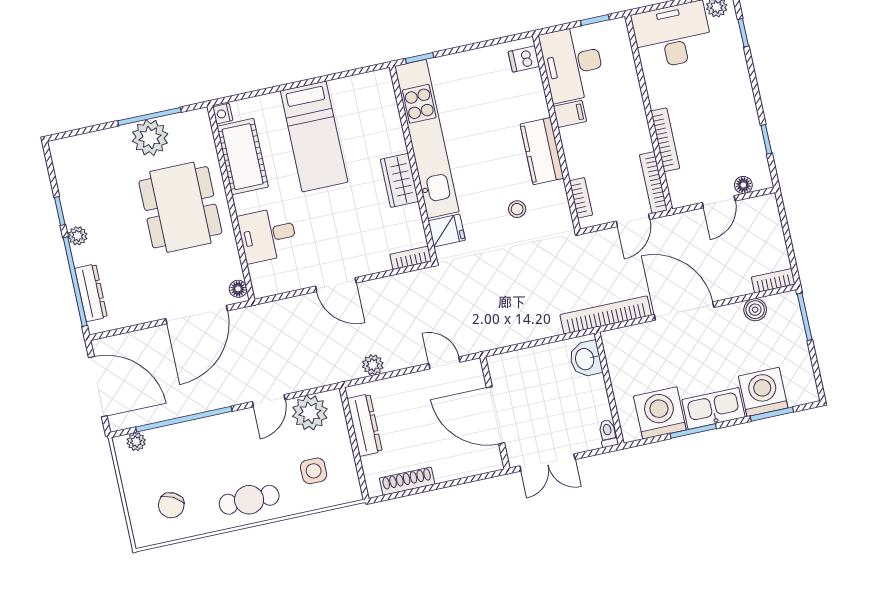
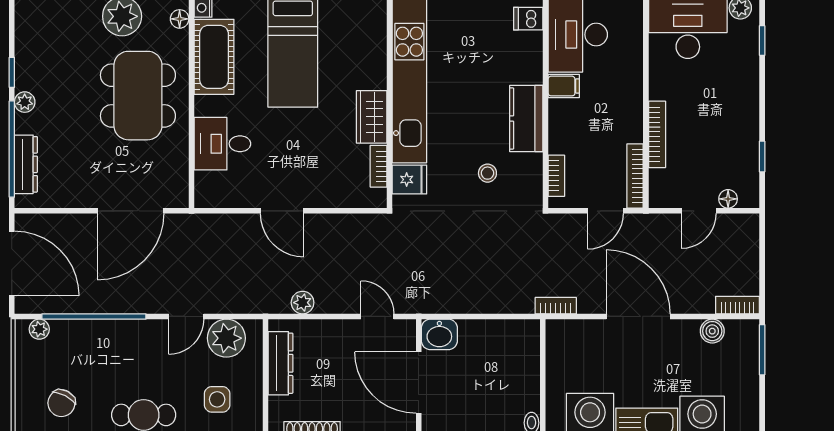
bookcase: (411, 258) -> (379, 166), moved, turned -90
floor lamp: (238, 289) -> (180, 19), moved
bookcase: (606, 315) -> (556, 306), width x0.43, depth x0.76
washbasin: (586, 359) -> (439, 334), moved, turned -90

